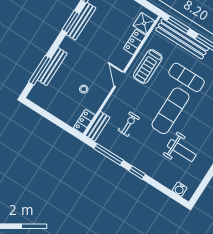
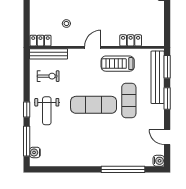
shower: (144, 23) -> (151, 38), removed
exercise bike: (129, 124) -> (48, 76), moved
bench: (98, 126) -> (49, 54), width x1.36
weight bench: (182, 150) -> (47, 111), moved
window: (109, 154) -> (27, 141), moved

